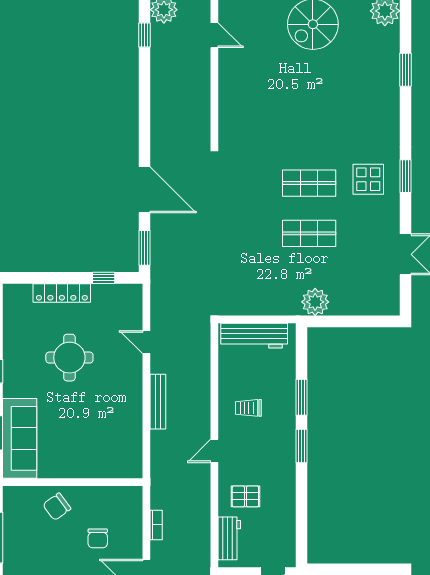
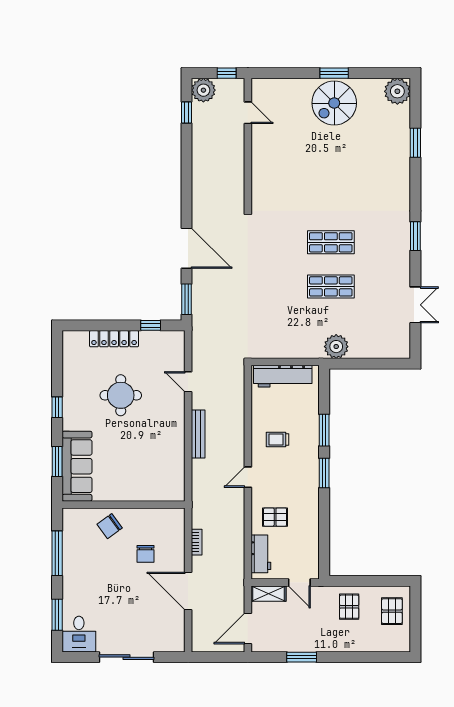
display table: (368, 179) -> (383, 239), removed

